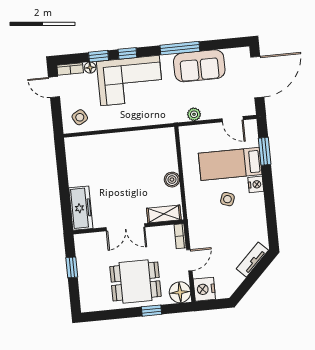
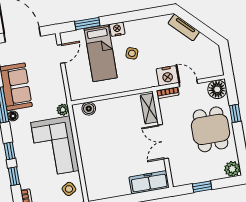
floor lamp: (90, 68) -> (13, 116), moved
corner sofa: (130, 81) -> (55, 146), moved, turned 180
plant: (194, 114) -> (63, 110), moved
boiler: (172, 180) -> (89, 109), moved
double door: (125, 227) -> (163, 142), swing flipped
nightstand: (204, 289) -> (167, 76), moved
plant: (89, 303) -> (232, 169), added

